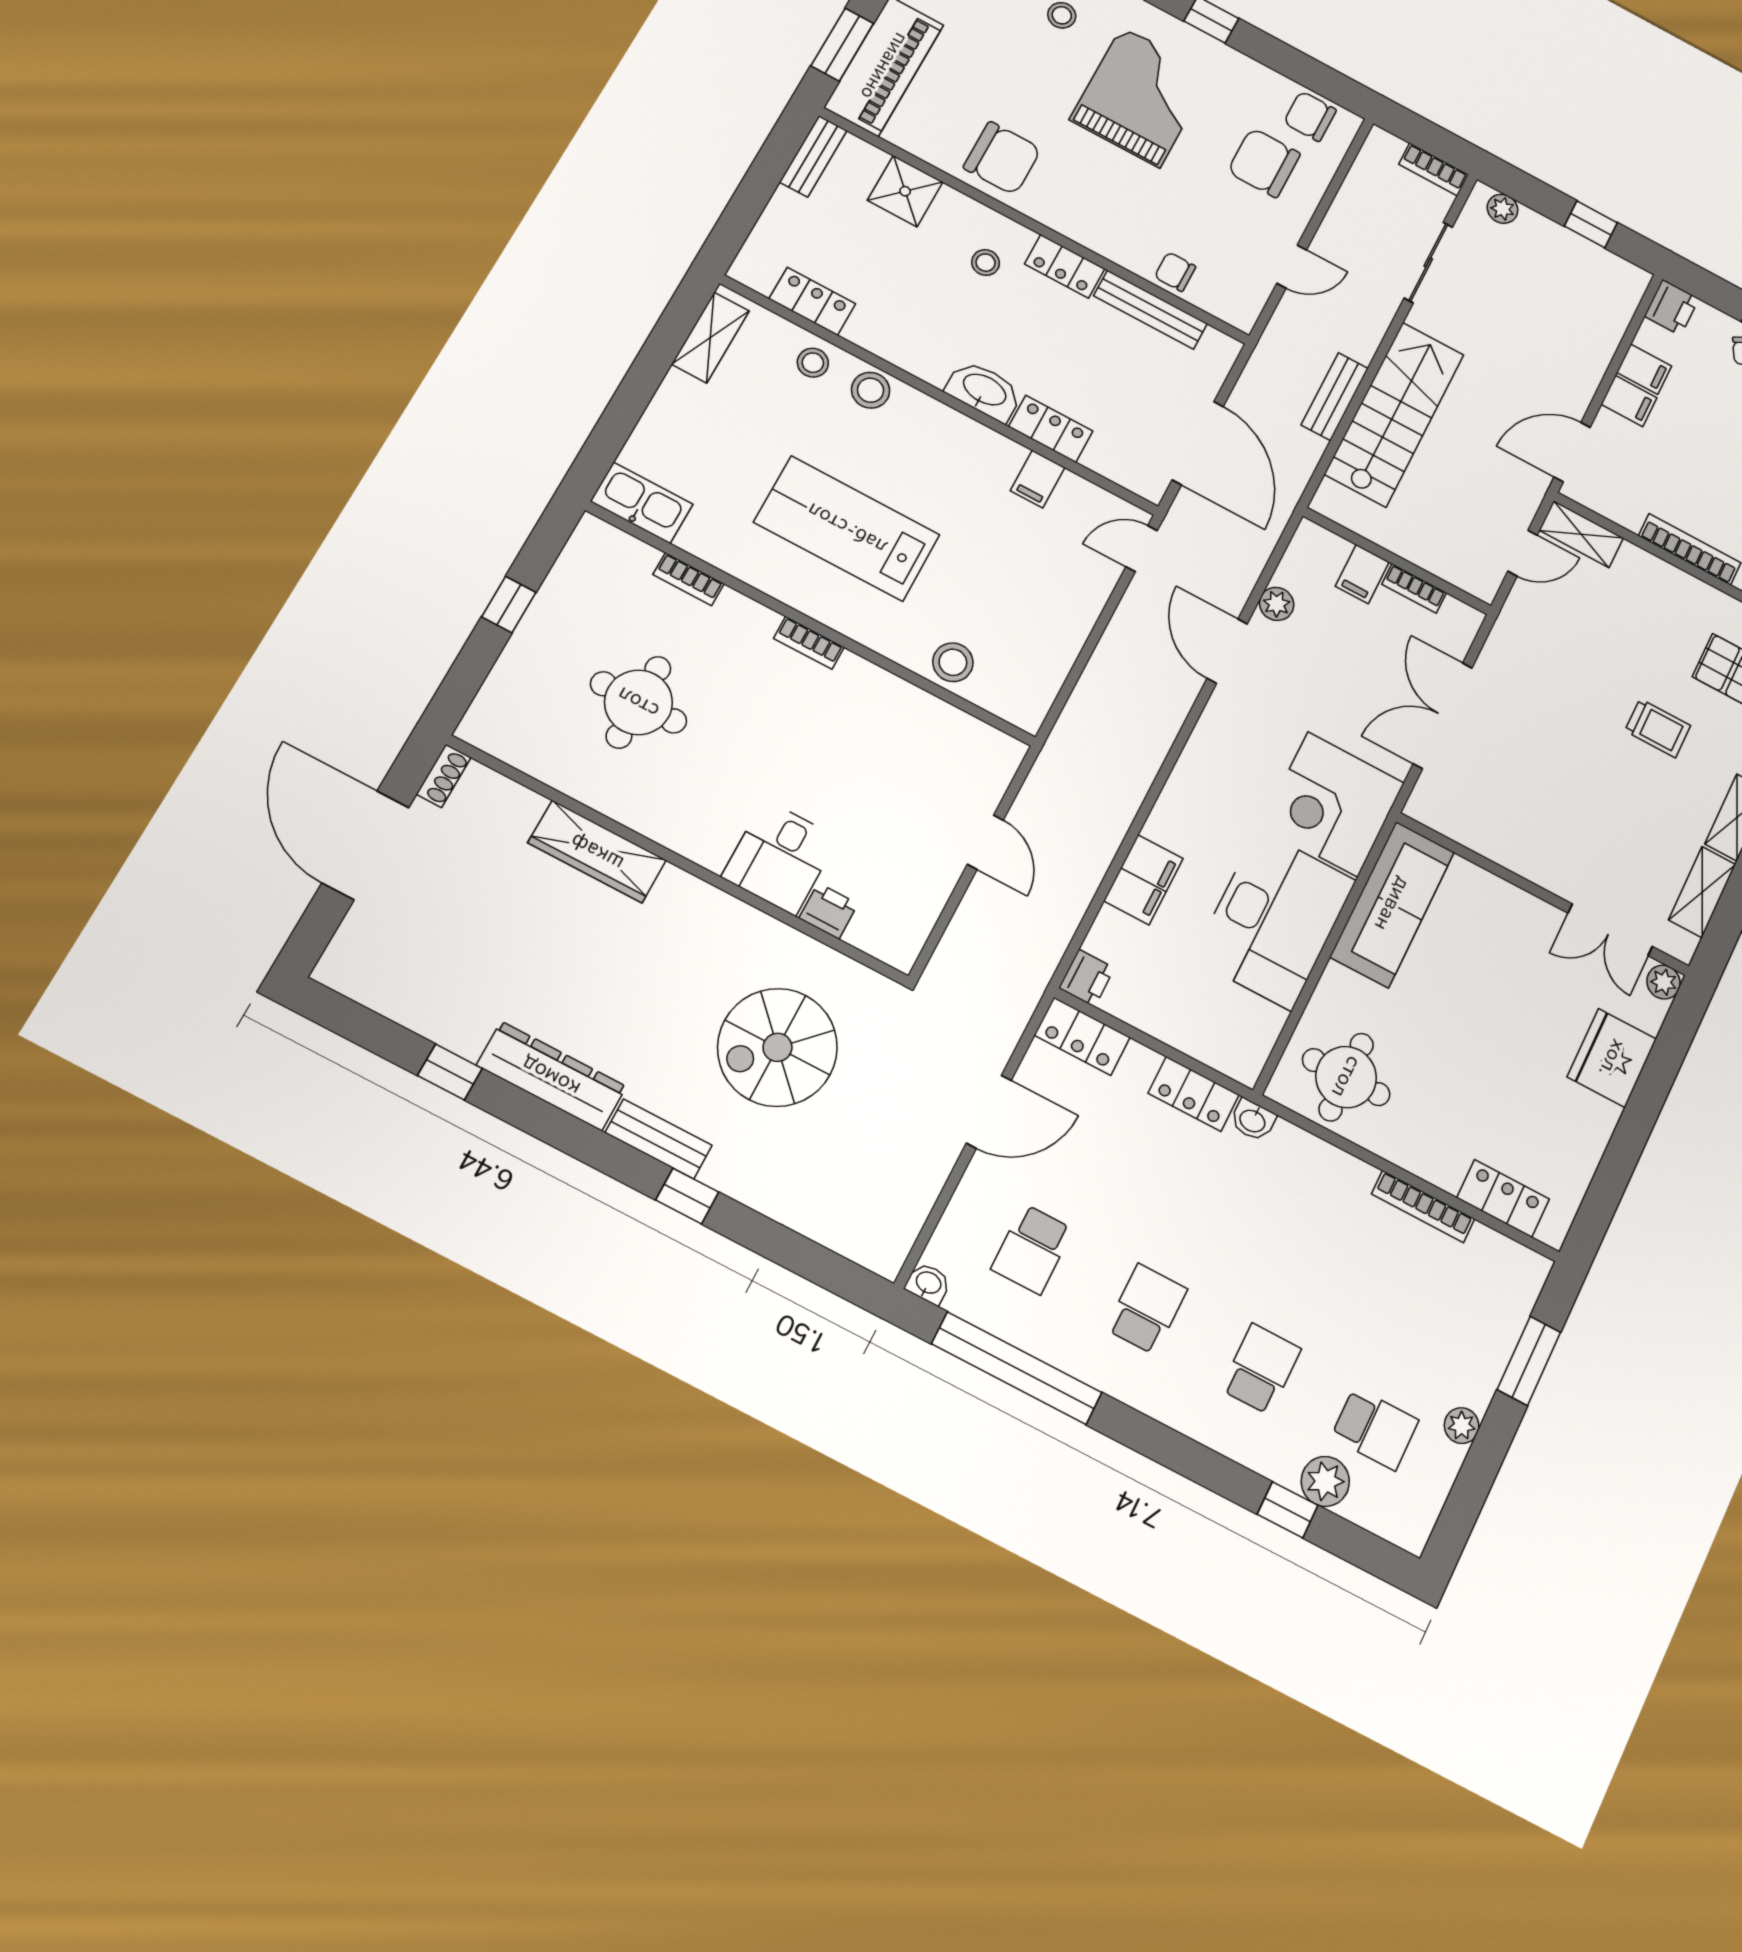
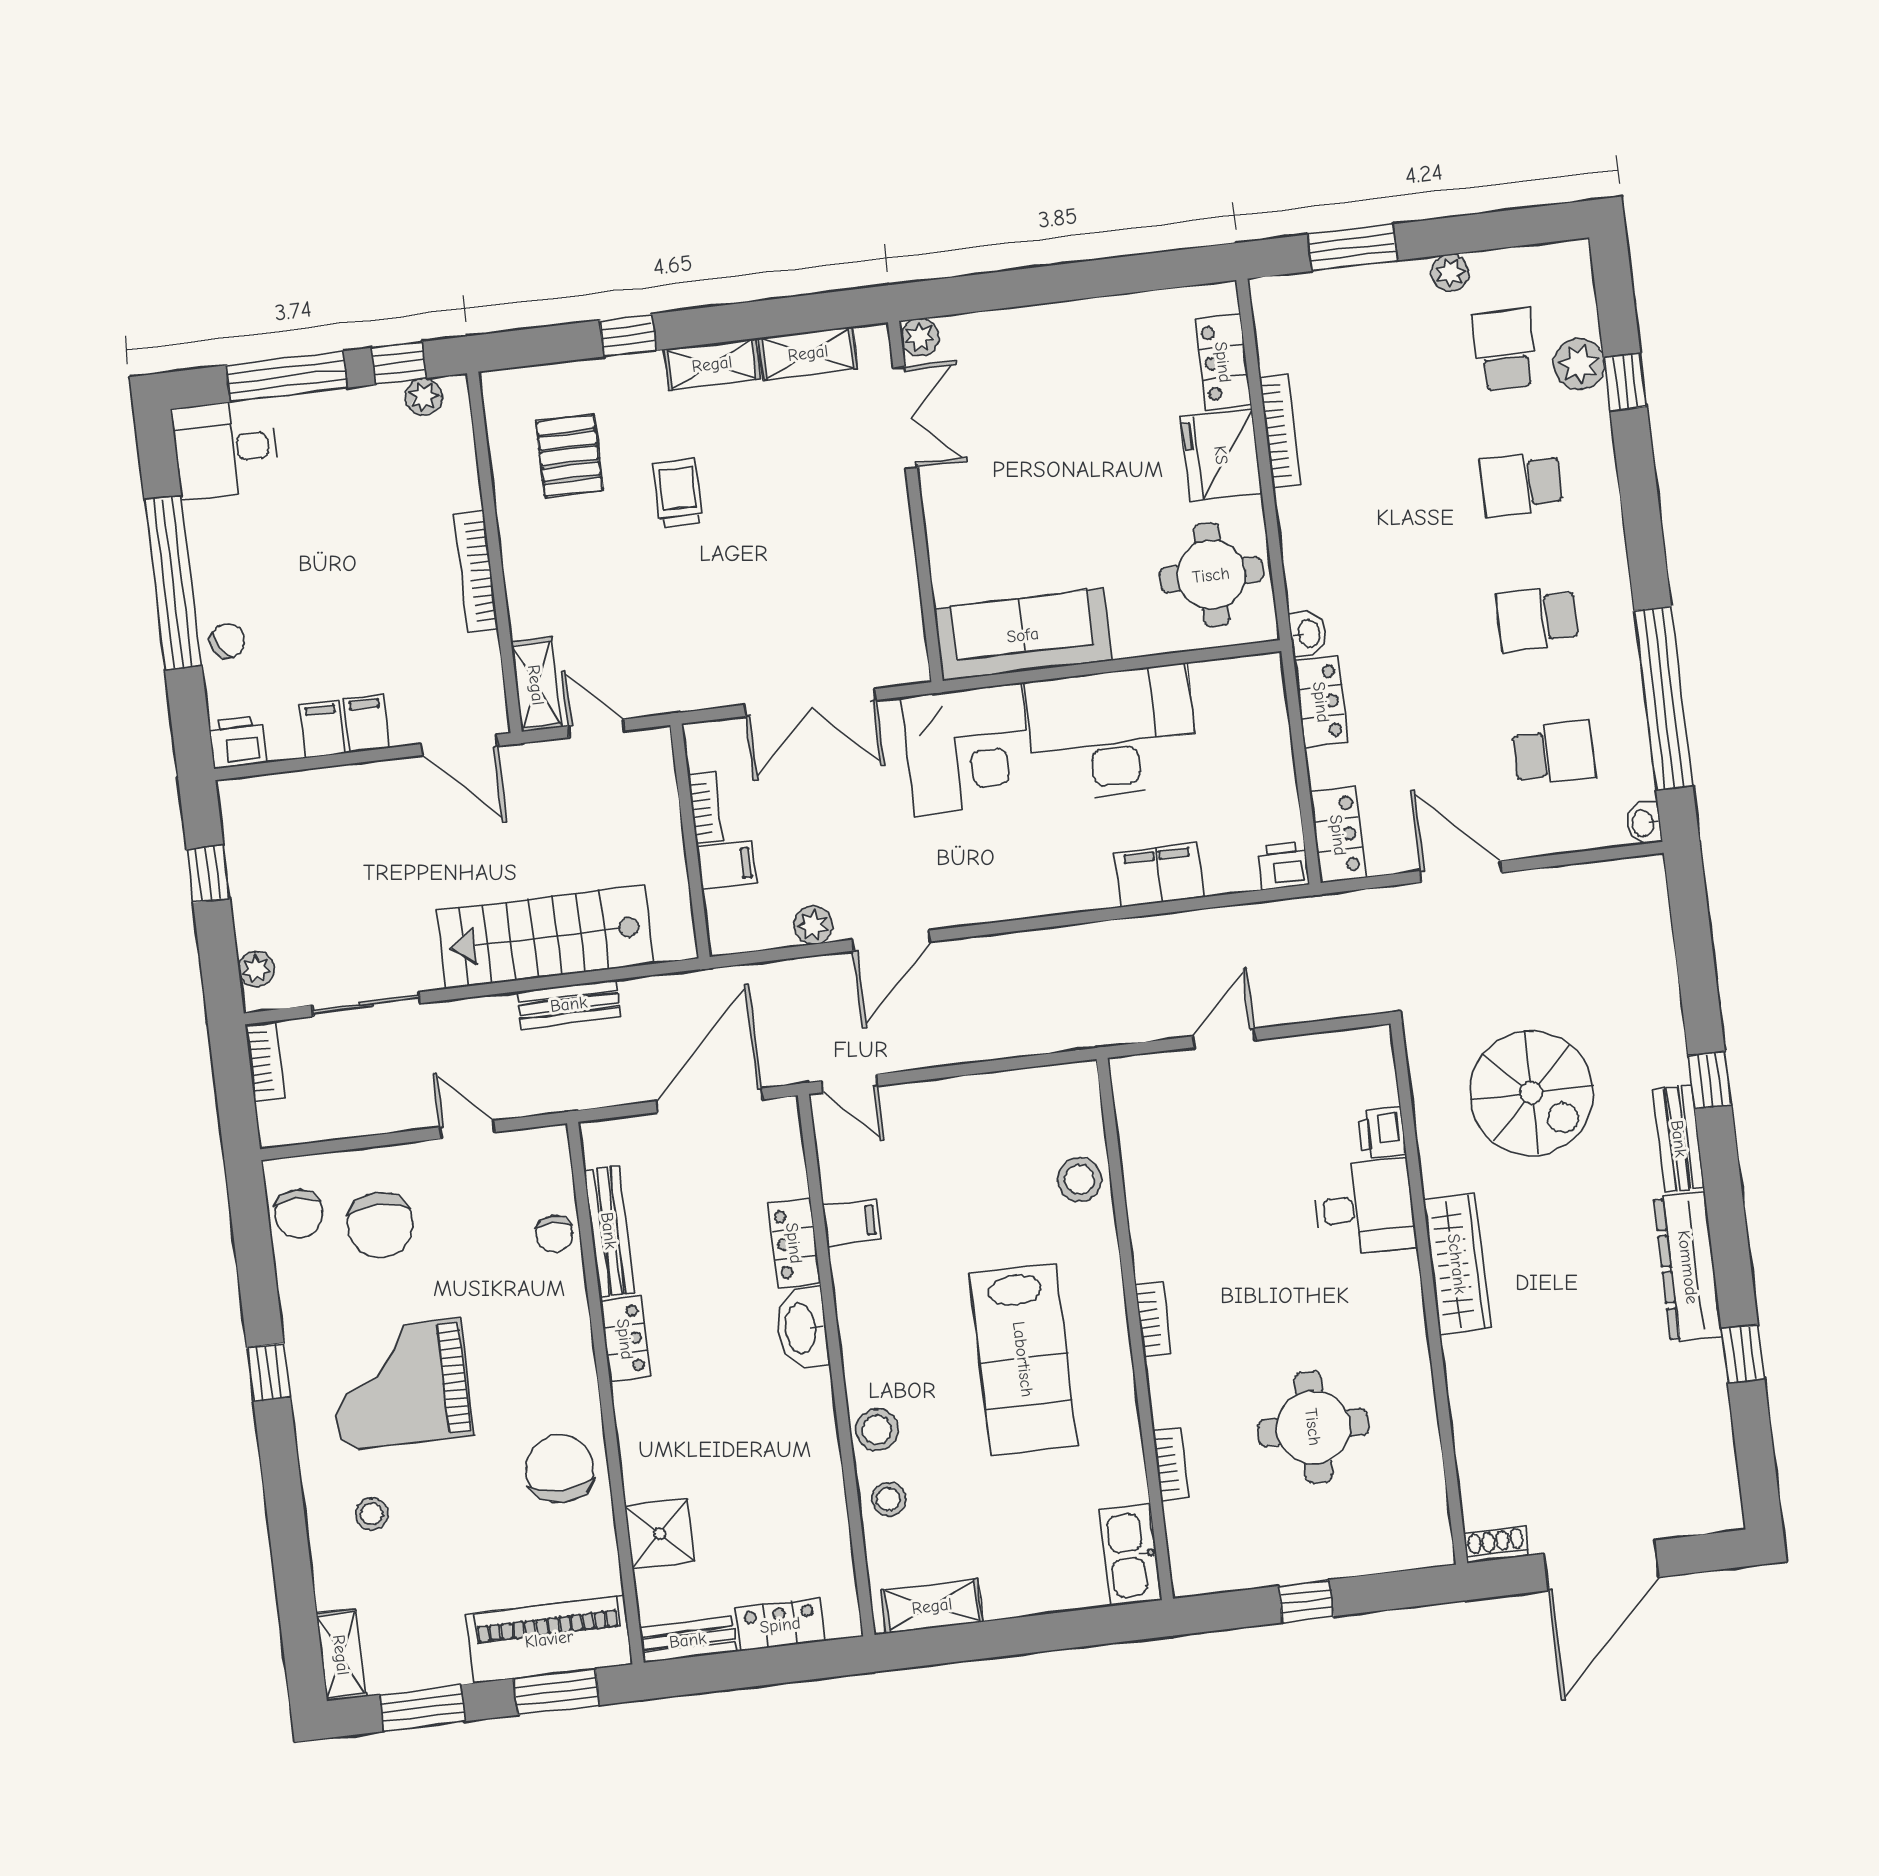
stool: (986, 263) -> (675, 1413), removed
locker: (812, 301) -> (780, 1625), moved, turned 90
wardrobe: (597, 852) -> (1457, 1264), moved
fridge: (1612, 1058) -> (1221, 455), moved, turned 90

